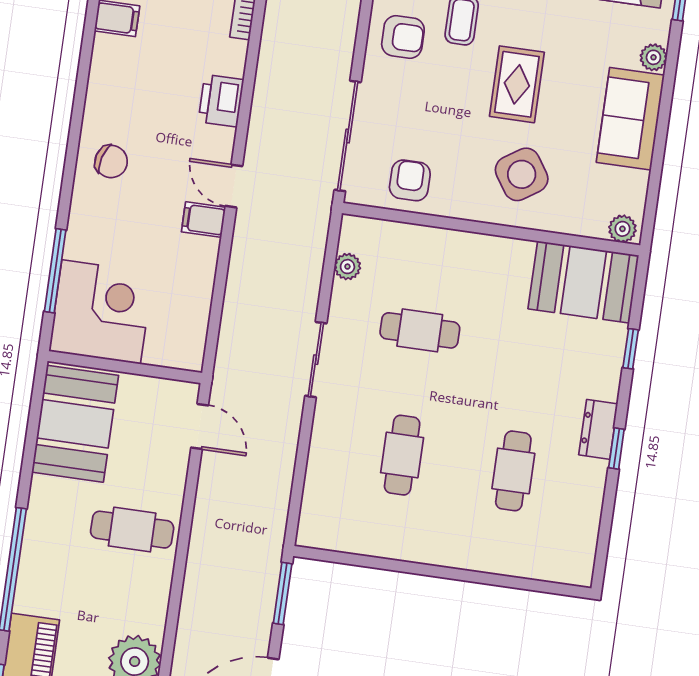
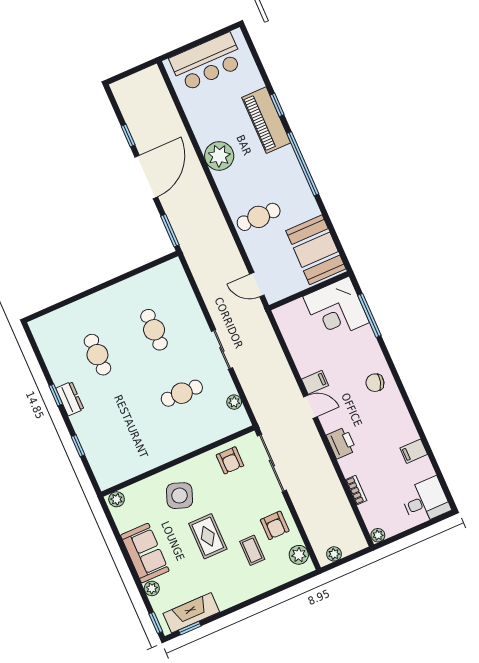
armchair: (403, 37) -> (275, 525), turned -90
side table: (522, 174) -> (179, 496), turned -36
booth: (583, 282) -> (119, 463), removed

